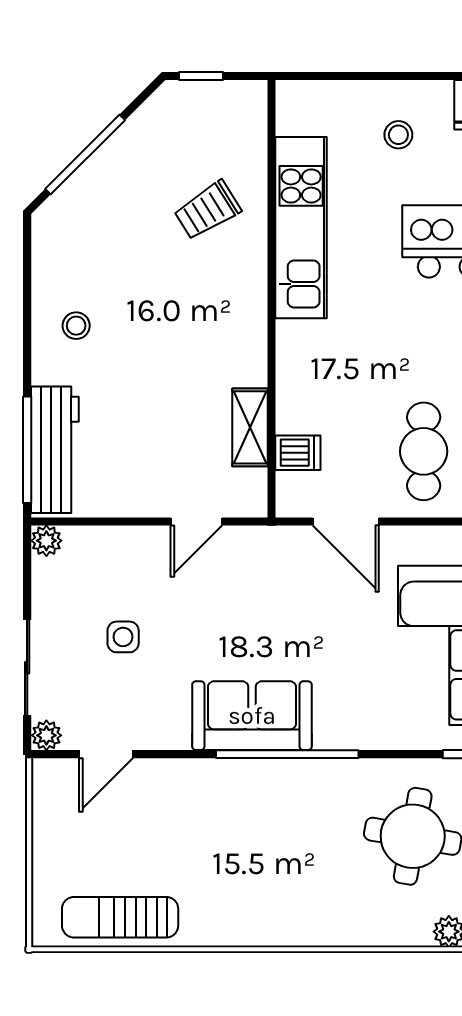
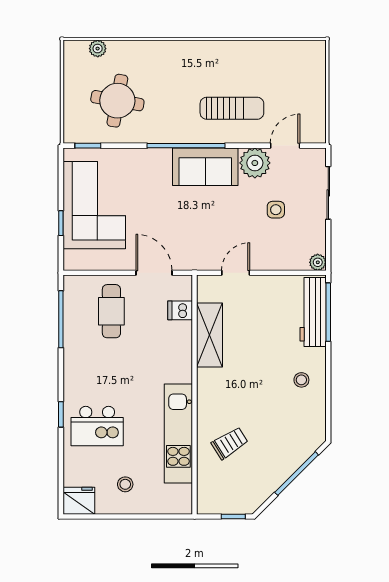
shelving: (250, 427) -> (210, 335), width x1.50, depth x1.33
plant: (46, 735) -> (255, 163), moved, width x1.88, depth x1.88
sun lounger: (120, 917) -> (232, 108), moved

